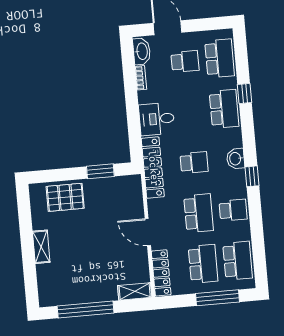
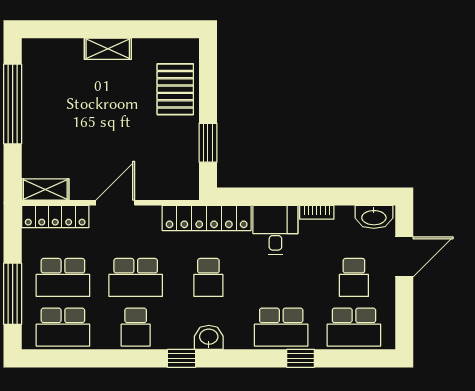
bookcase: (141, 78) -> (317, 212), moved
shelving: (135, 291) -> (45, 189), moved, turned 90

